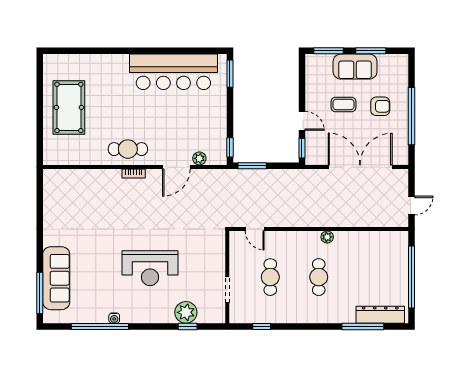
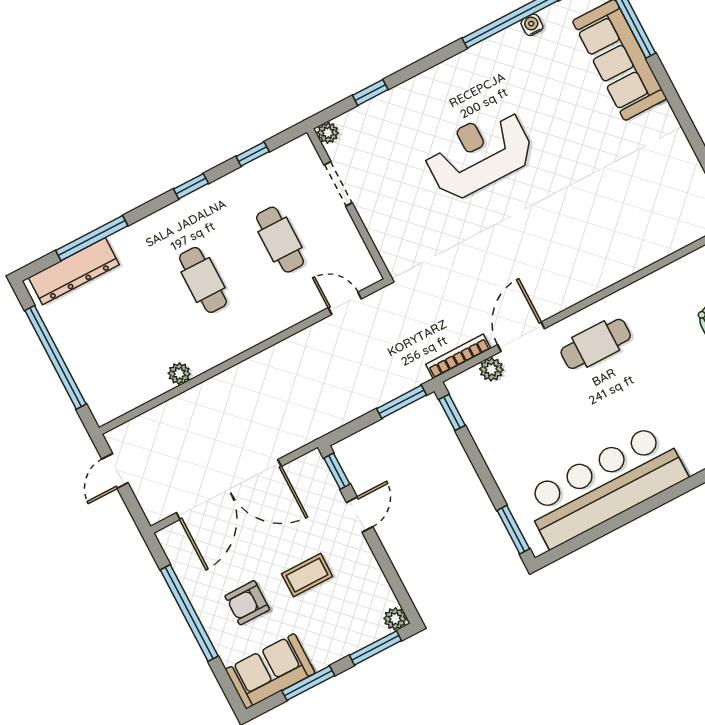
plant: (311, 60) -> (395, 619), added
sofa: (355, 67) -> (270, 671), moved
door: (302, 121) -> (360, 515), swing flipped
cafe table: (128, 149) -> (596, 344), moved
bookcase: (134, 173) -> (458, 356), moved, width x1.56
plant: (327, 237) -> (179, 374), moved
plant: (186, 312) -> (328, 133), moved, width x0.53, depth x0.53
water cooler: (114, 318) -> (532, 25), moved
window: (300, 326) -> (191, 186), added

